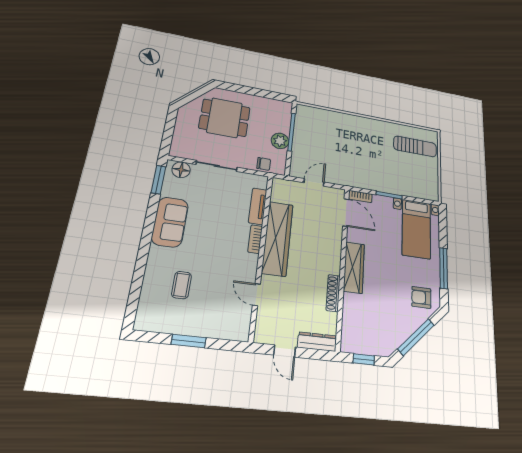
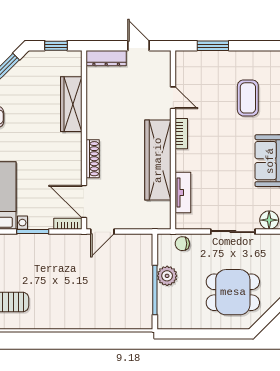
door: (314, 182) -> (102, 232), moved
bookcase: (255, 239) -> (181, 134), moved
wardrobe: (354, 267) -> (71, 104), moved
coffee table: (182, 285) -> (248, 98), width x1.36, depth x1.30
shoe rack: (333, 293) -> (93, 159), moved
window: (189, 341) -> (213, 46), moved

